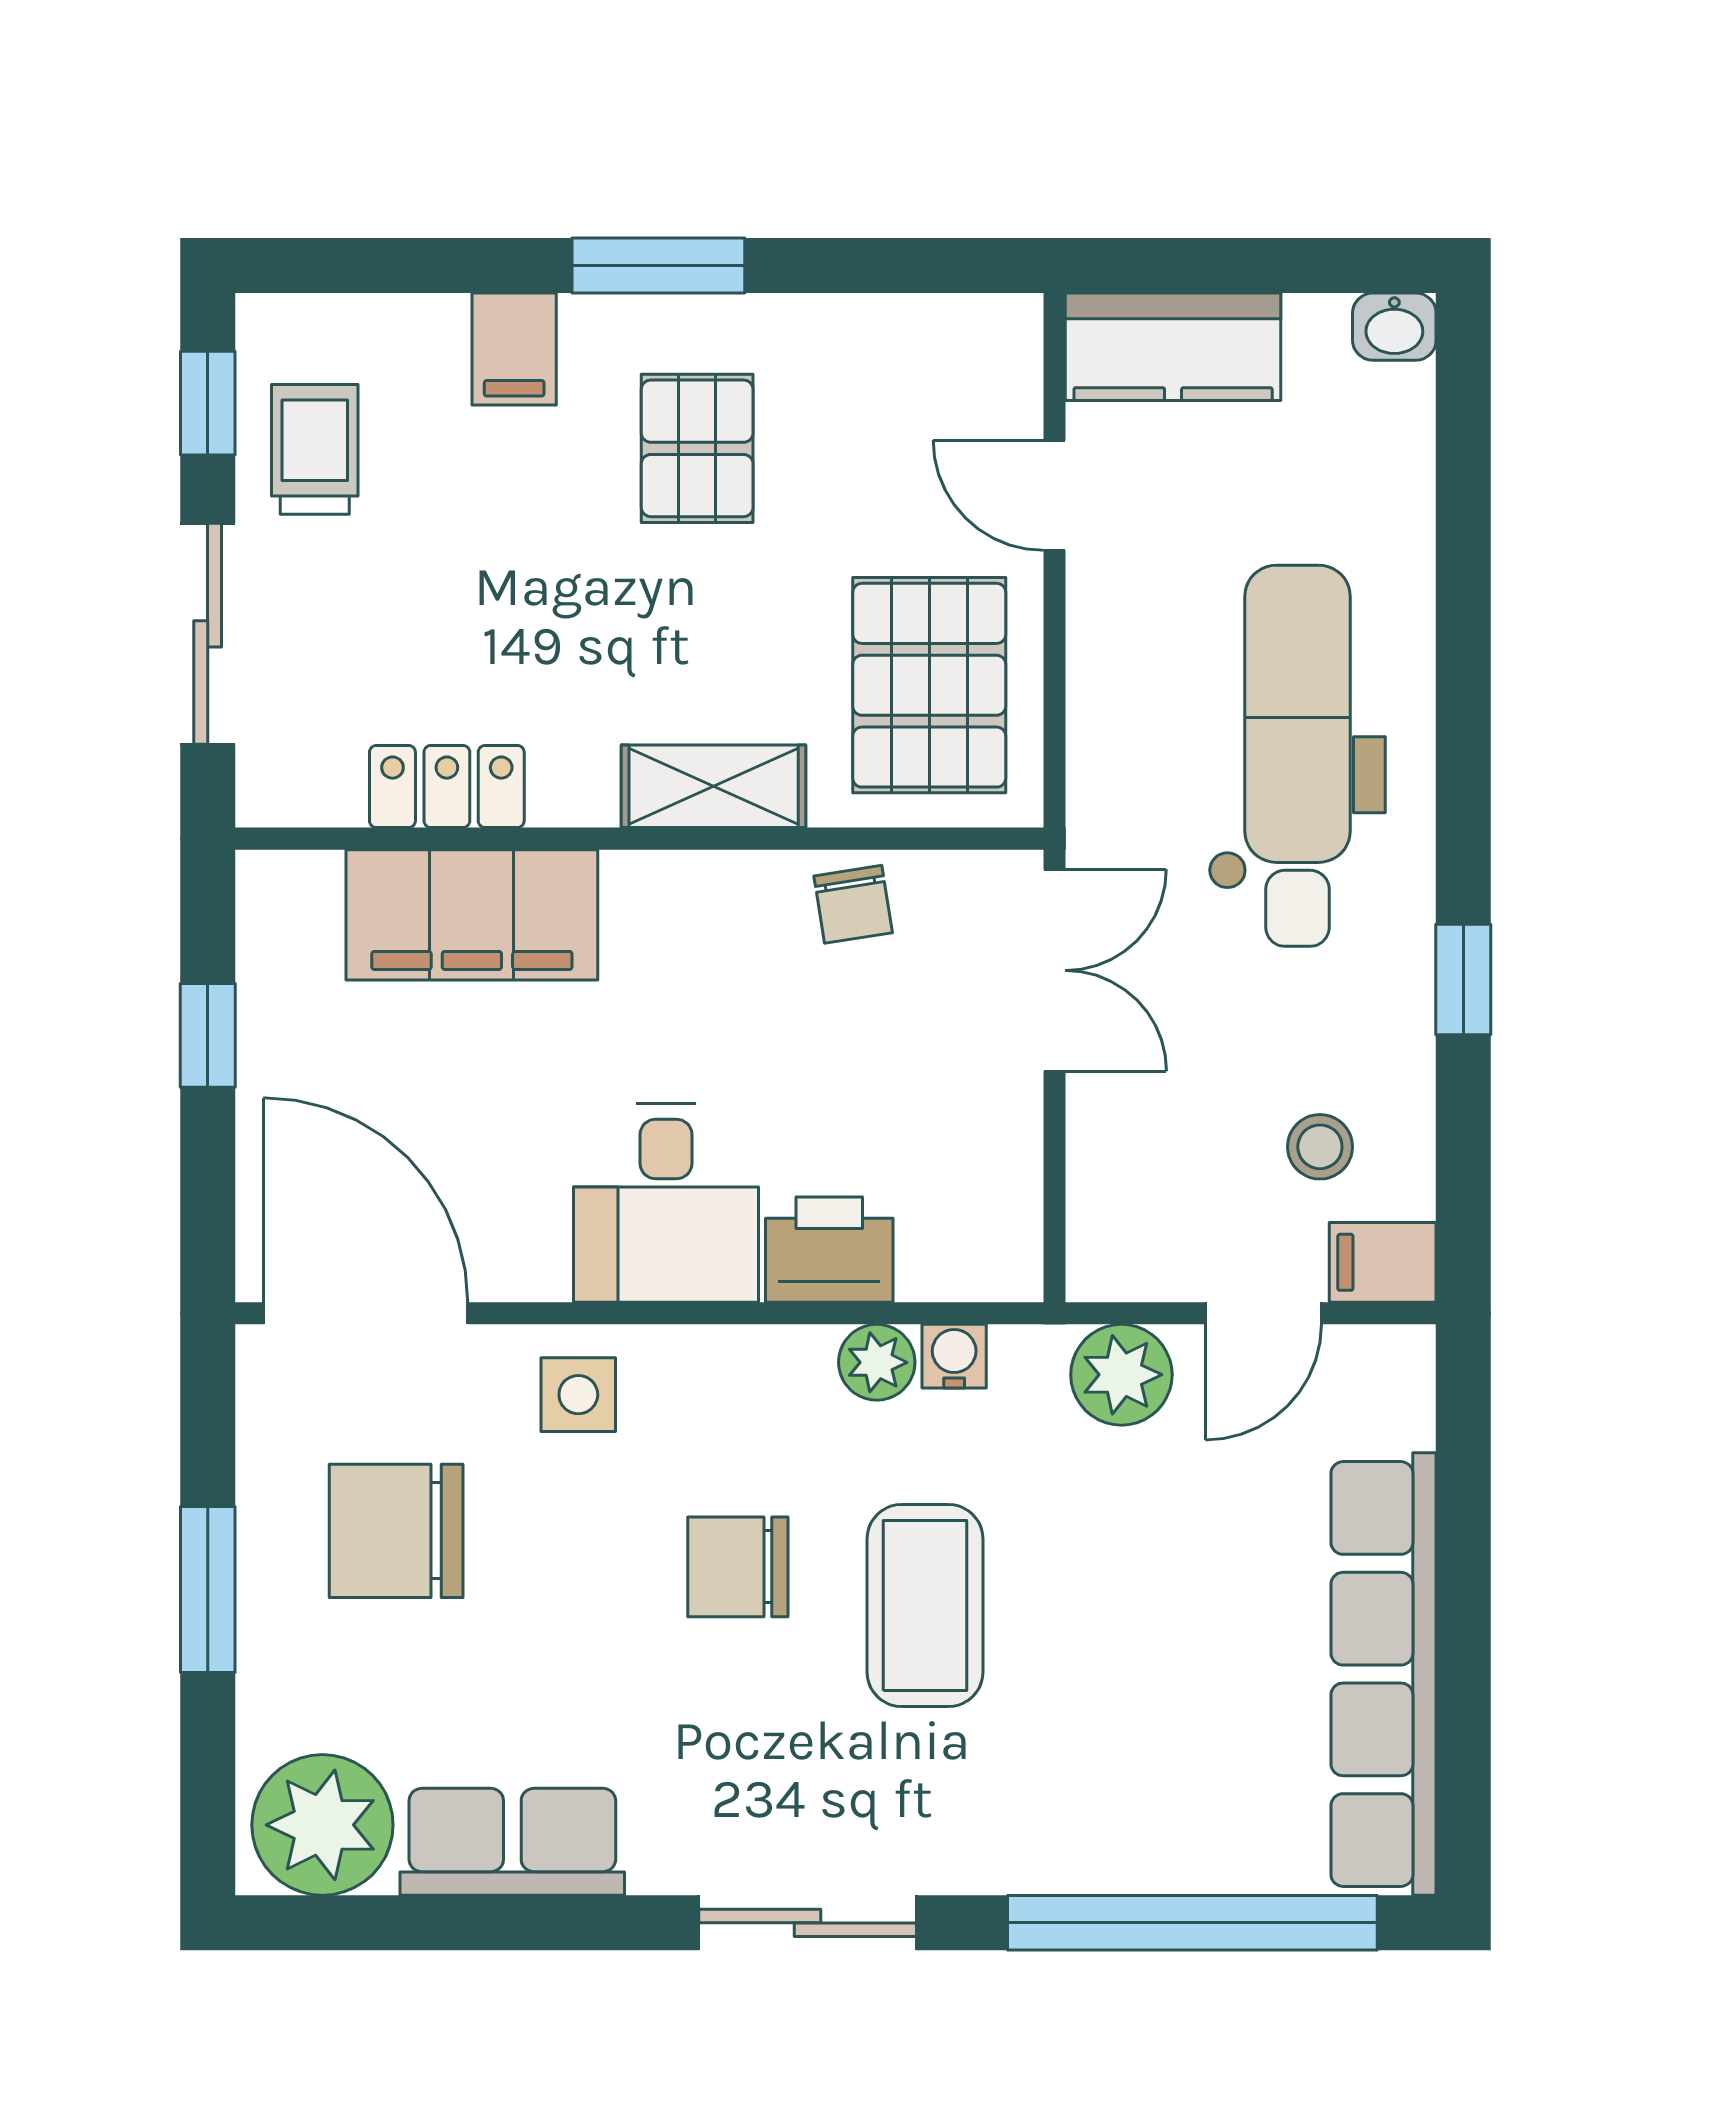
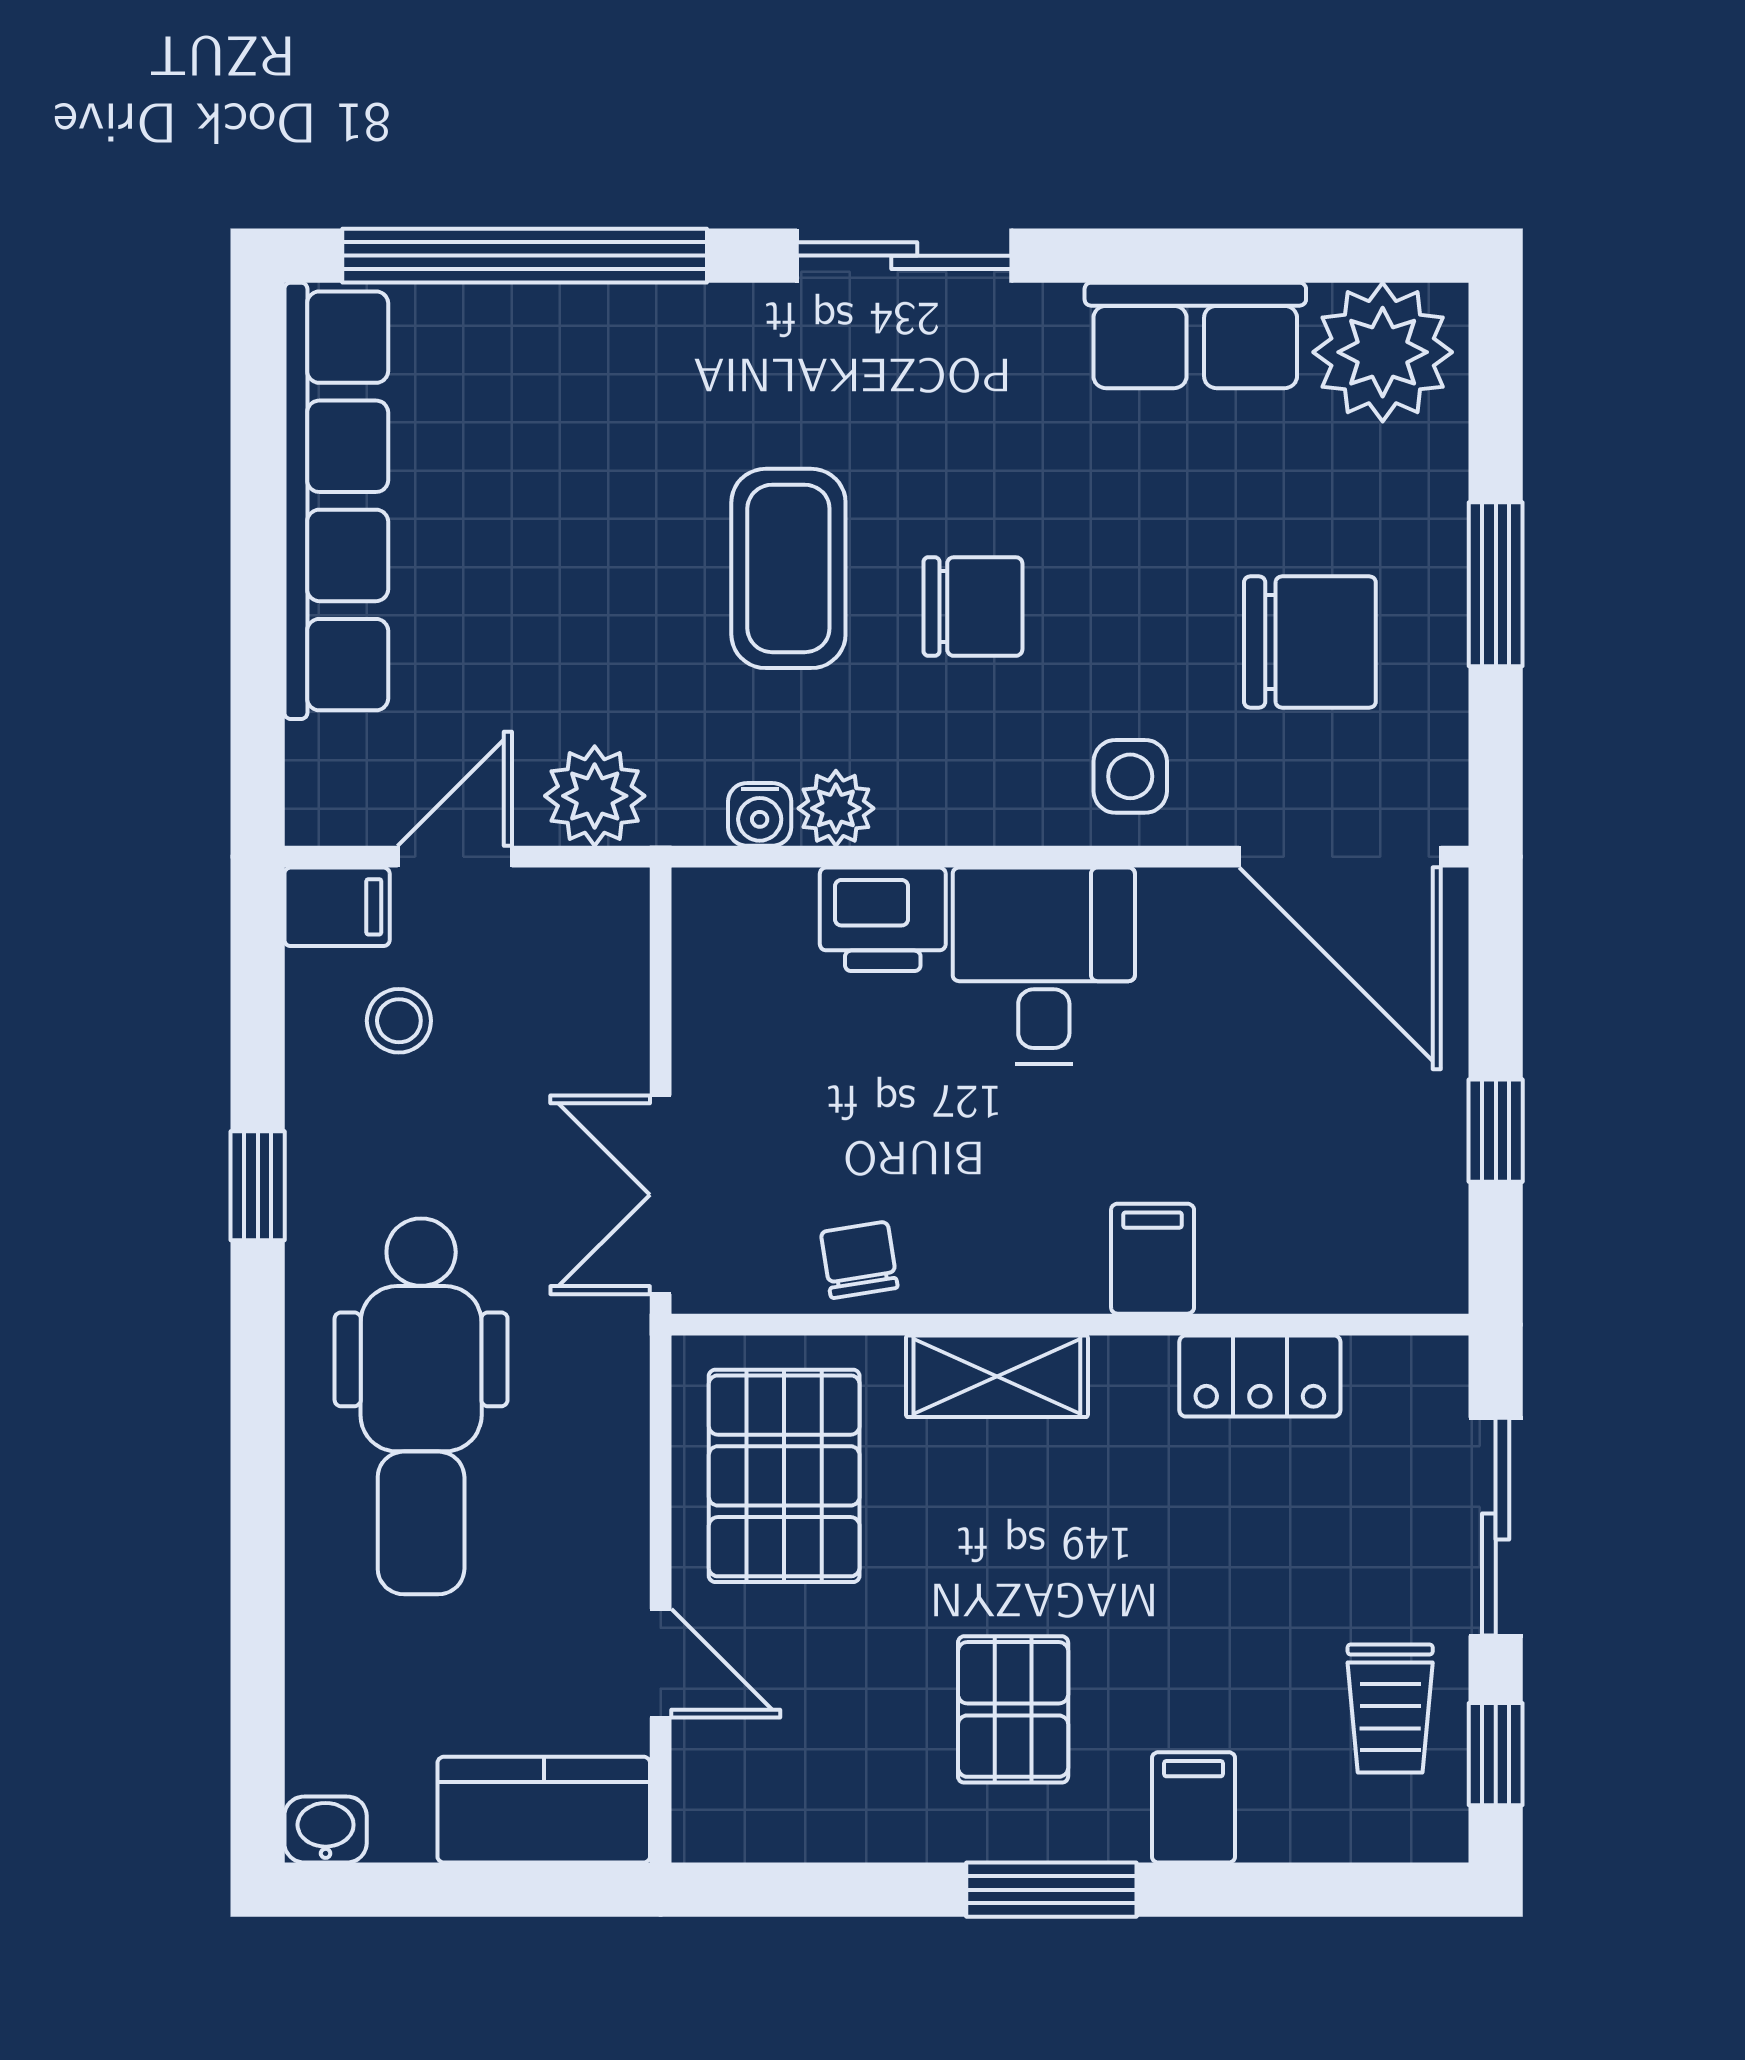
filing cabinet: (472, 915) -> (1153, 1259), width x0.33, depth x0.86

